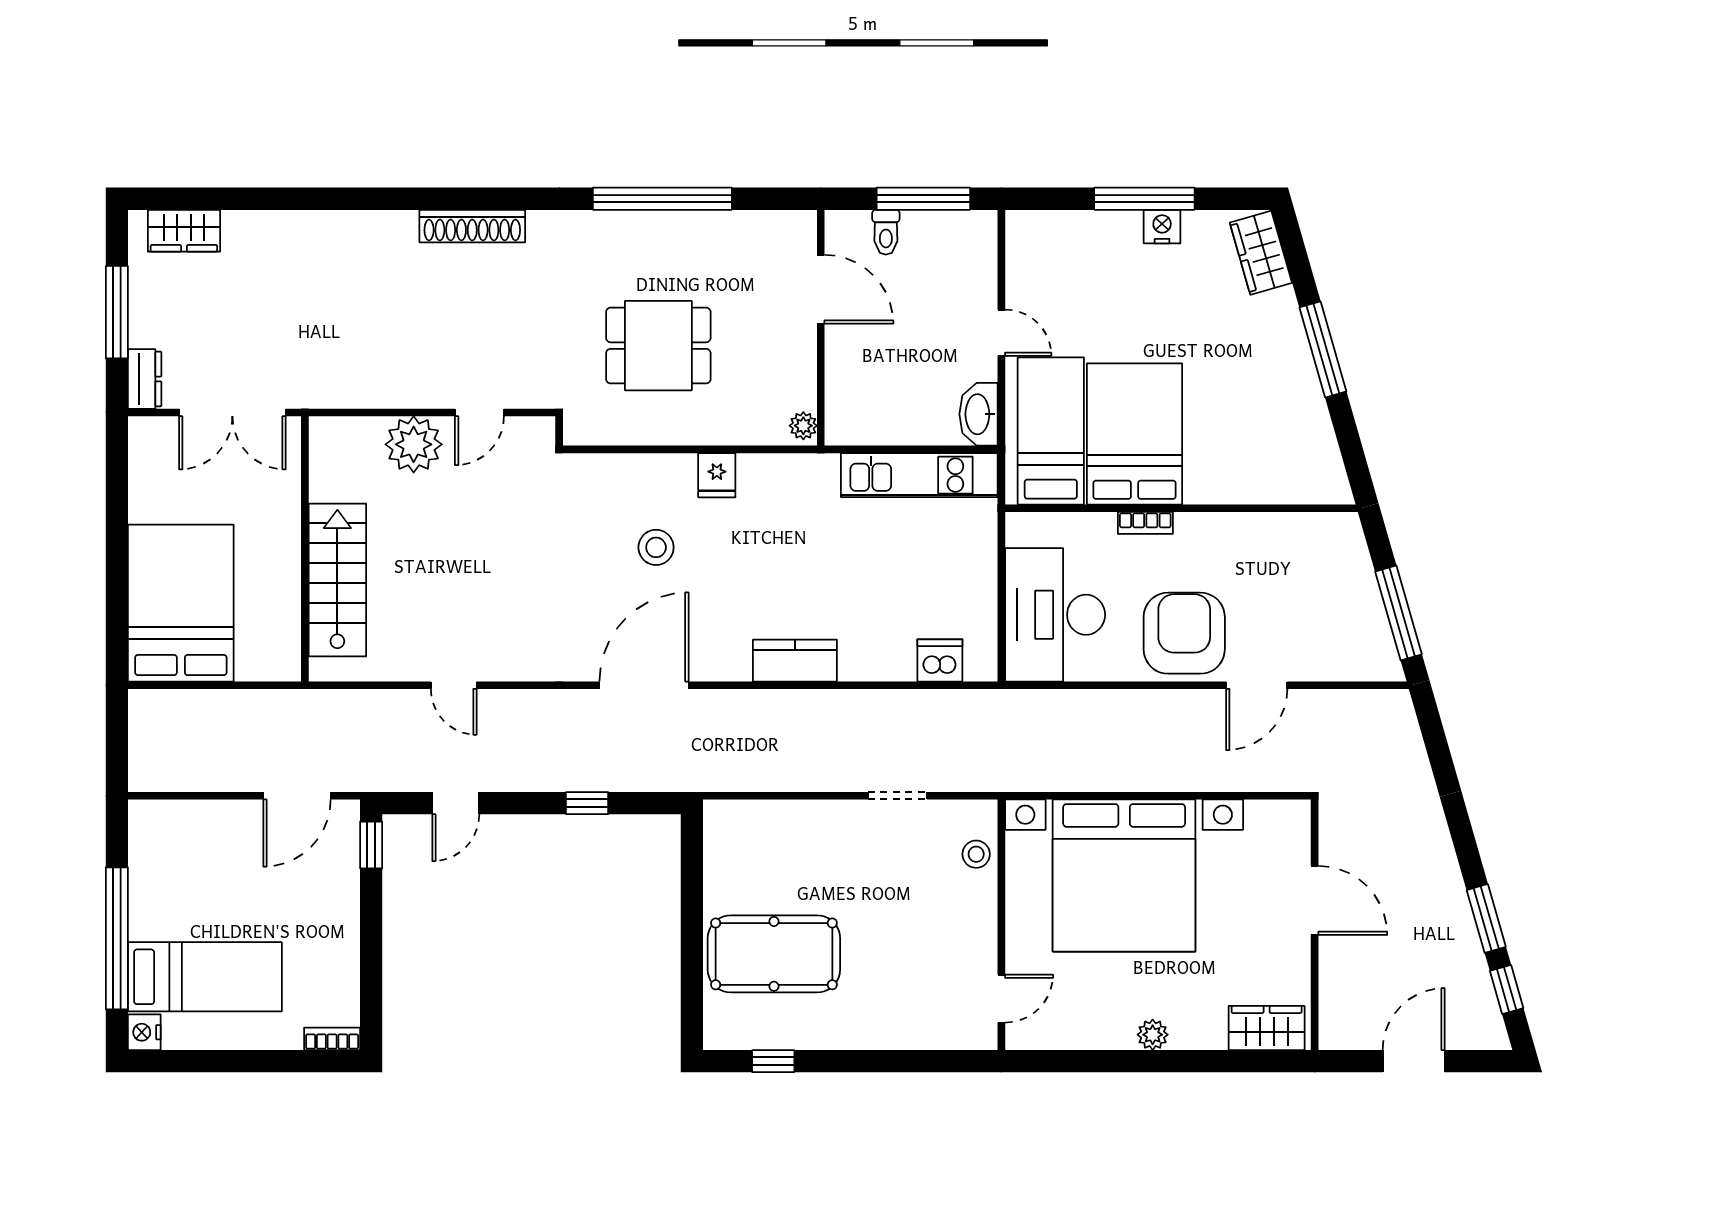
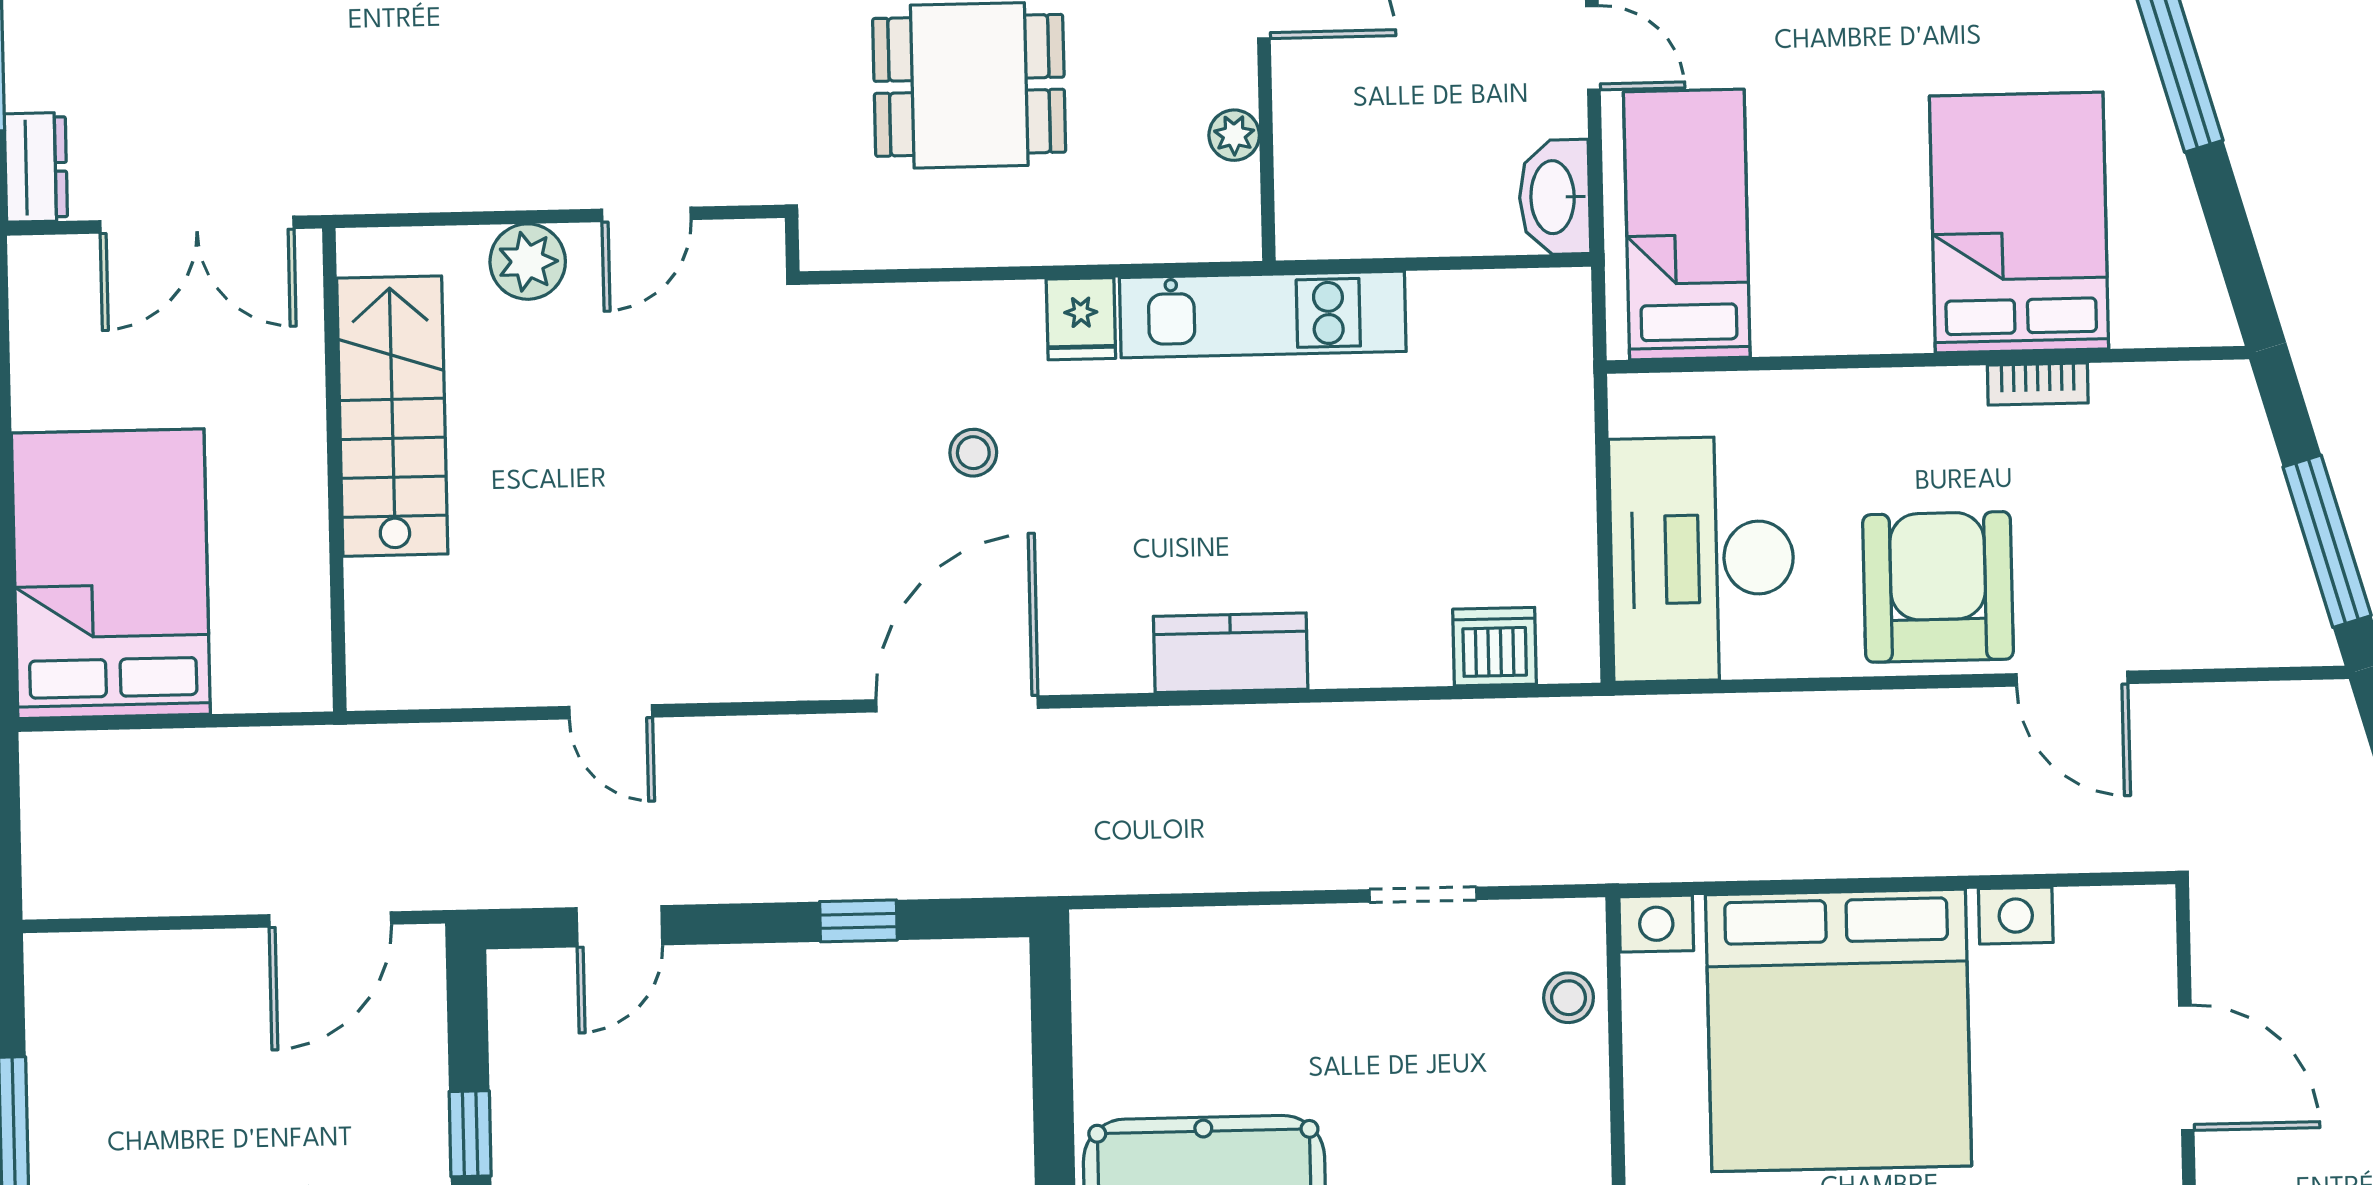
plant: (803, 426) -> (1234, 135), moved
bed: (1135, 434) -> (2019, 222), moved
plant: (414, 444) -> (528, 262), width x0.73, depth x0.73
kitchen unit: (919, 475) -> (1263, 314), moved
bookcase: (1145, 523) -> (2038, 384), moved
stool: (656, 547) -> (973, 453), width x0.73, depth x0.73
stairs: (337, 580) -> (392, 416), moved
door: (1257, 685) -> (2072, 679), hinge flipped
window: (371, 845) -> (470, 1134), moved

